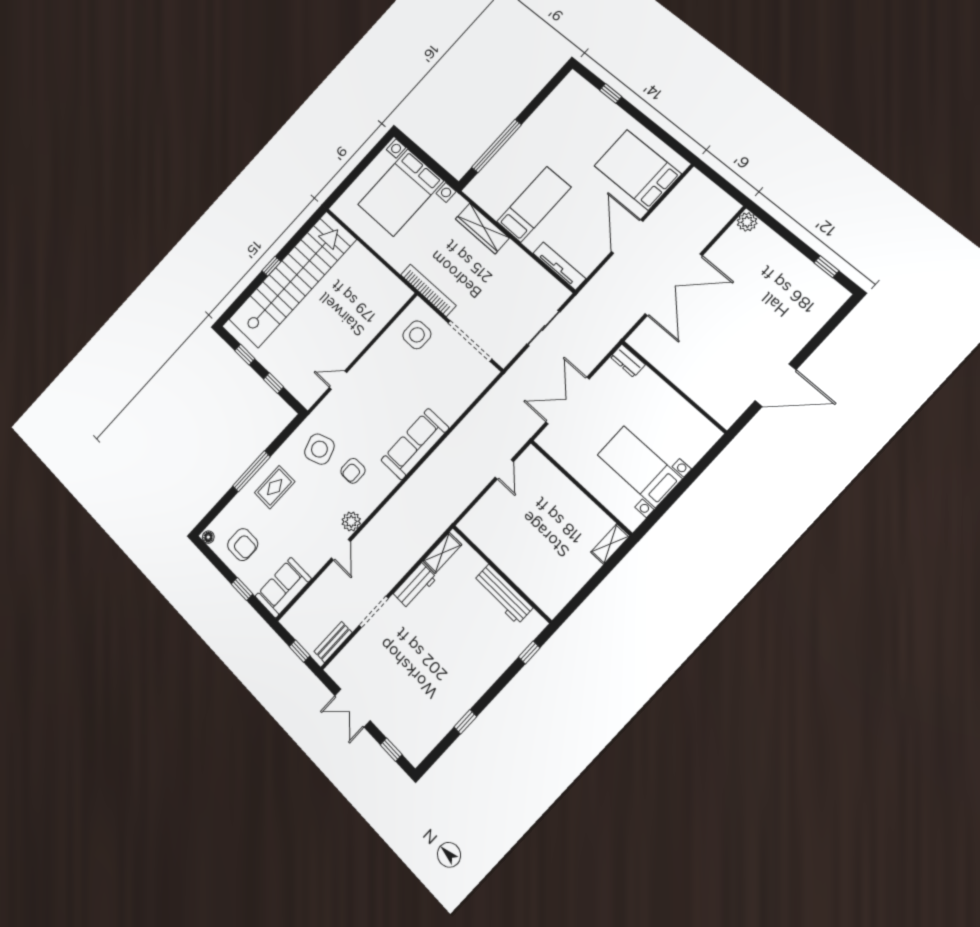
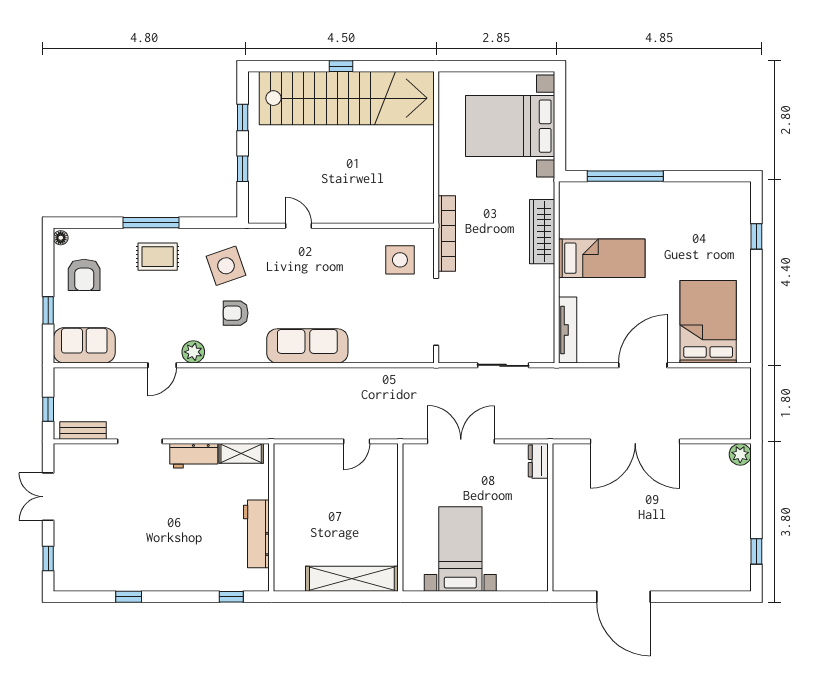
shelving: (610, 544) -> (352, 579), width x2.20, depth x1.33

